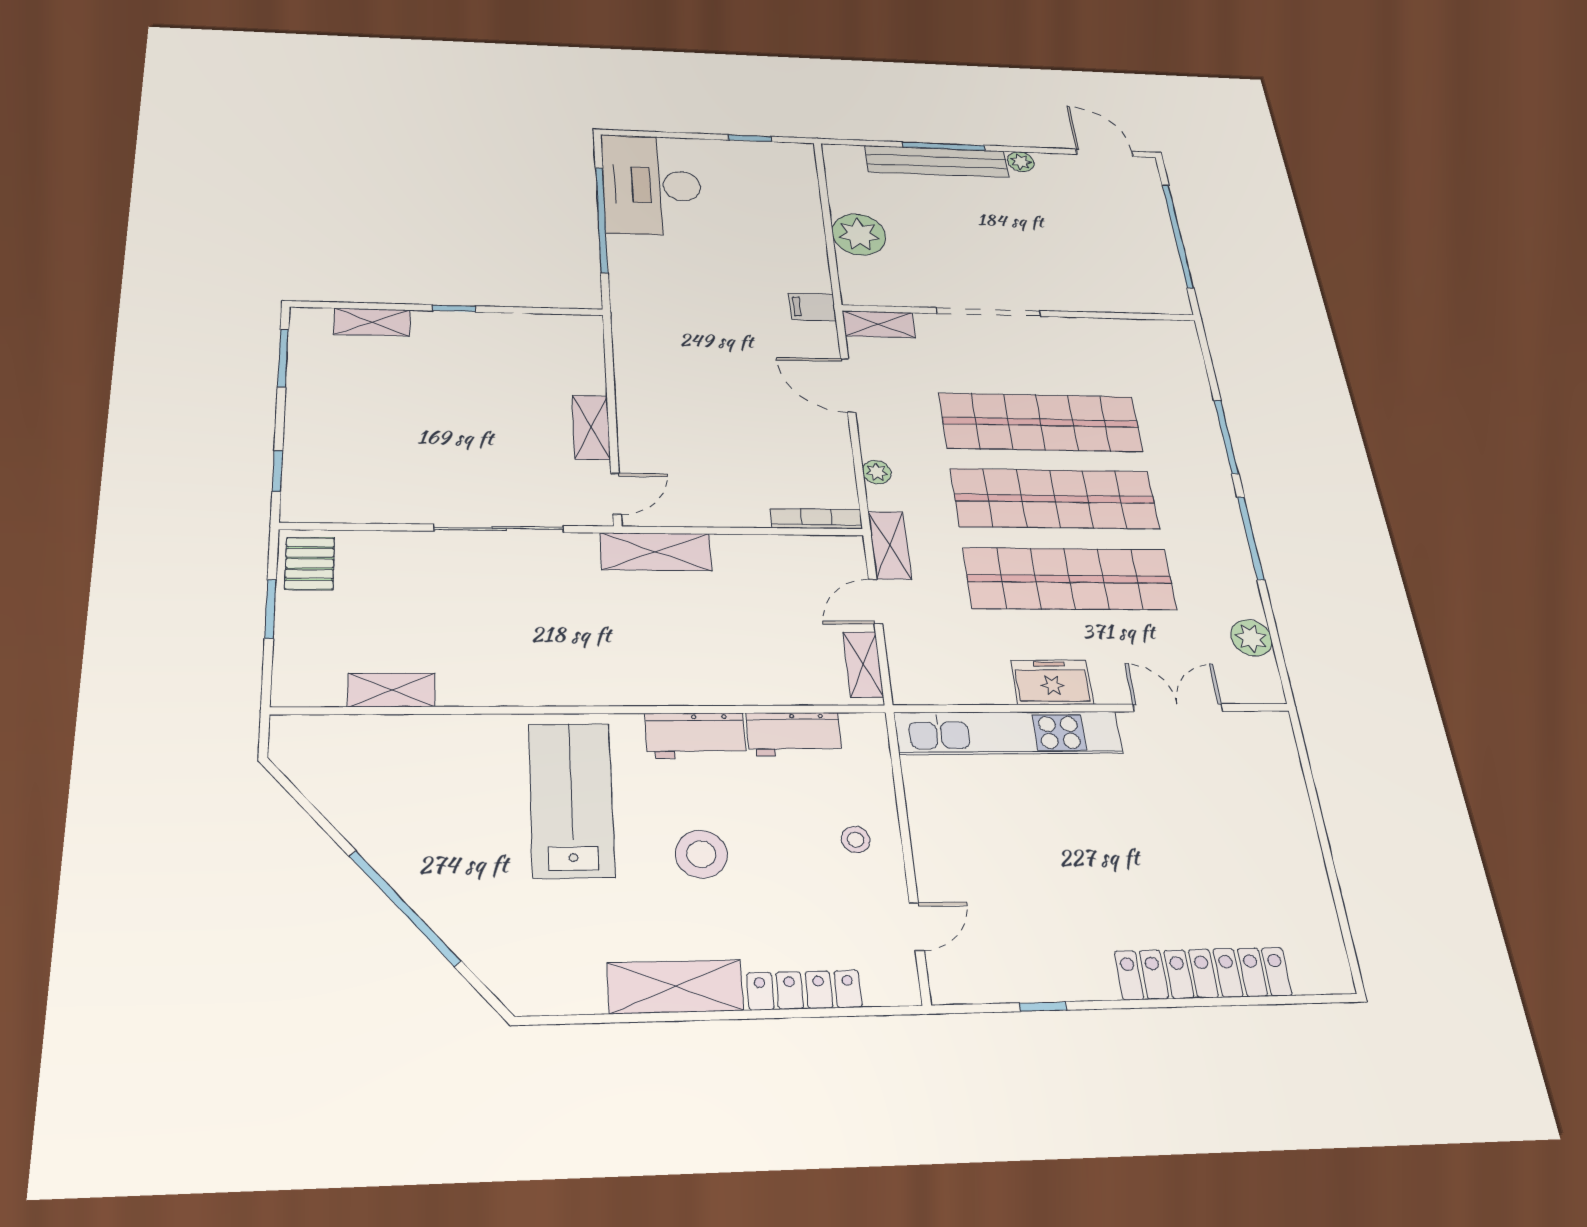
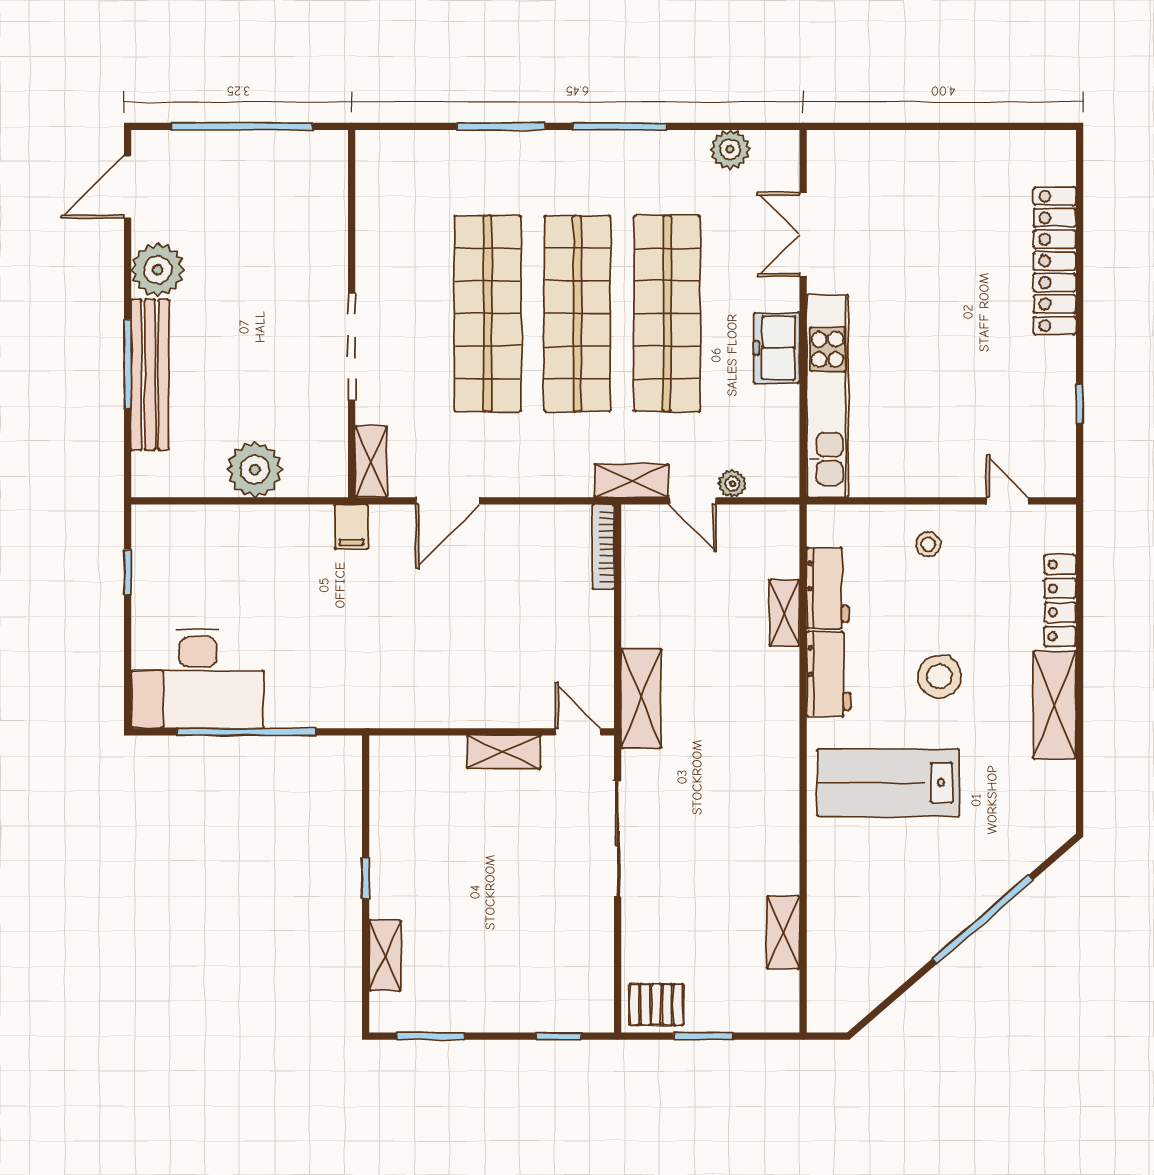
plant: (1021, 162) -> (158, 270), width x1.87, depth x1.87
plant: (877, 472) -> (732, 484), moved
shelving: (863, 664) -> (785, 613), moved, turned 90

